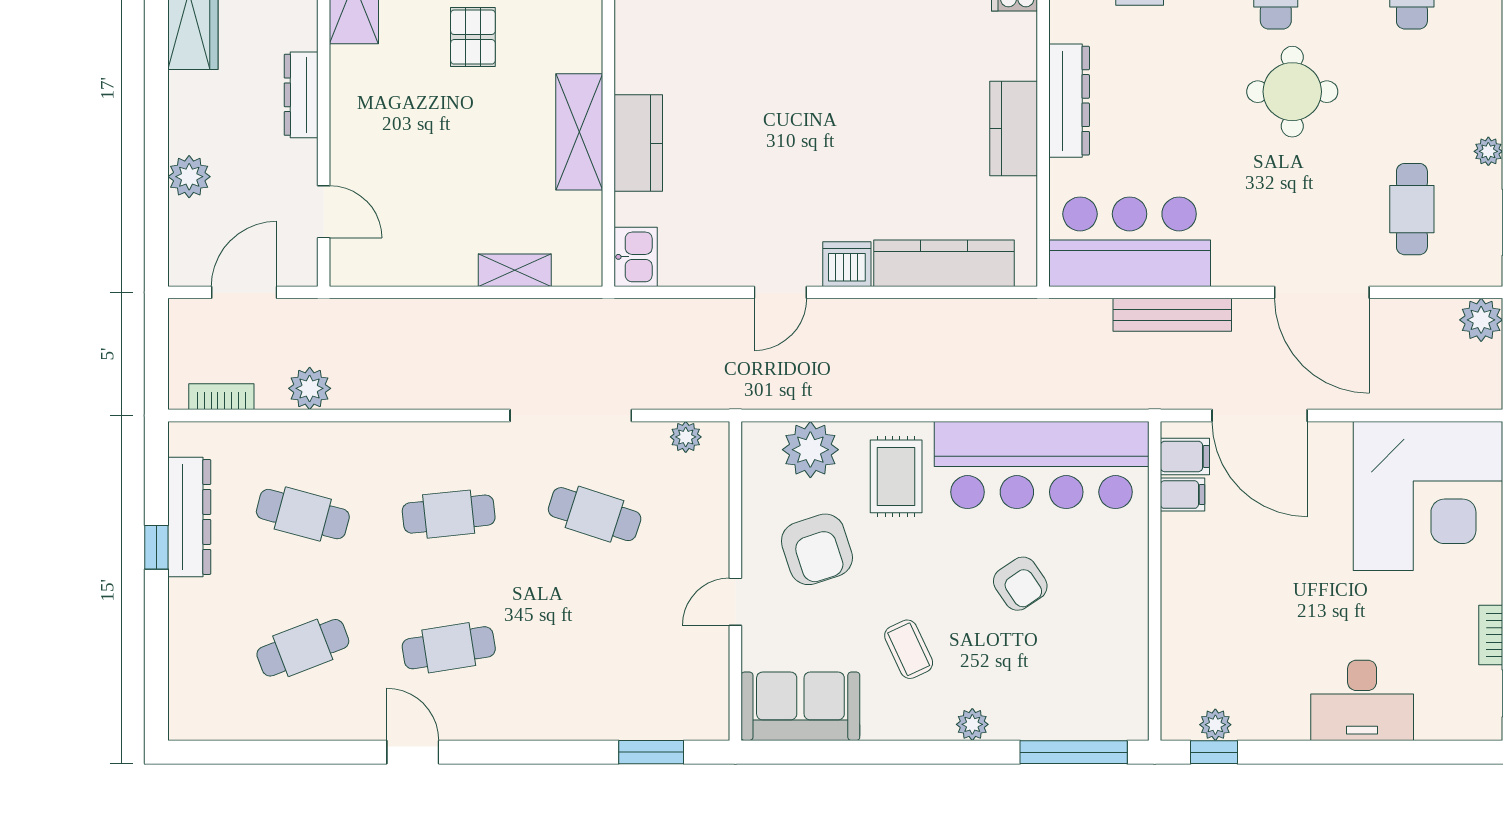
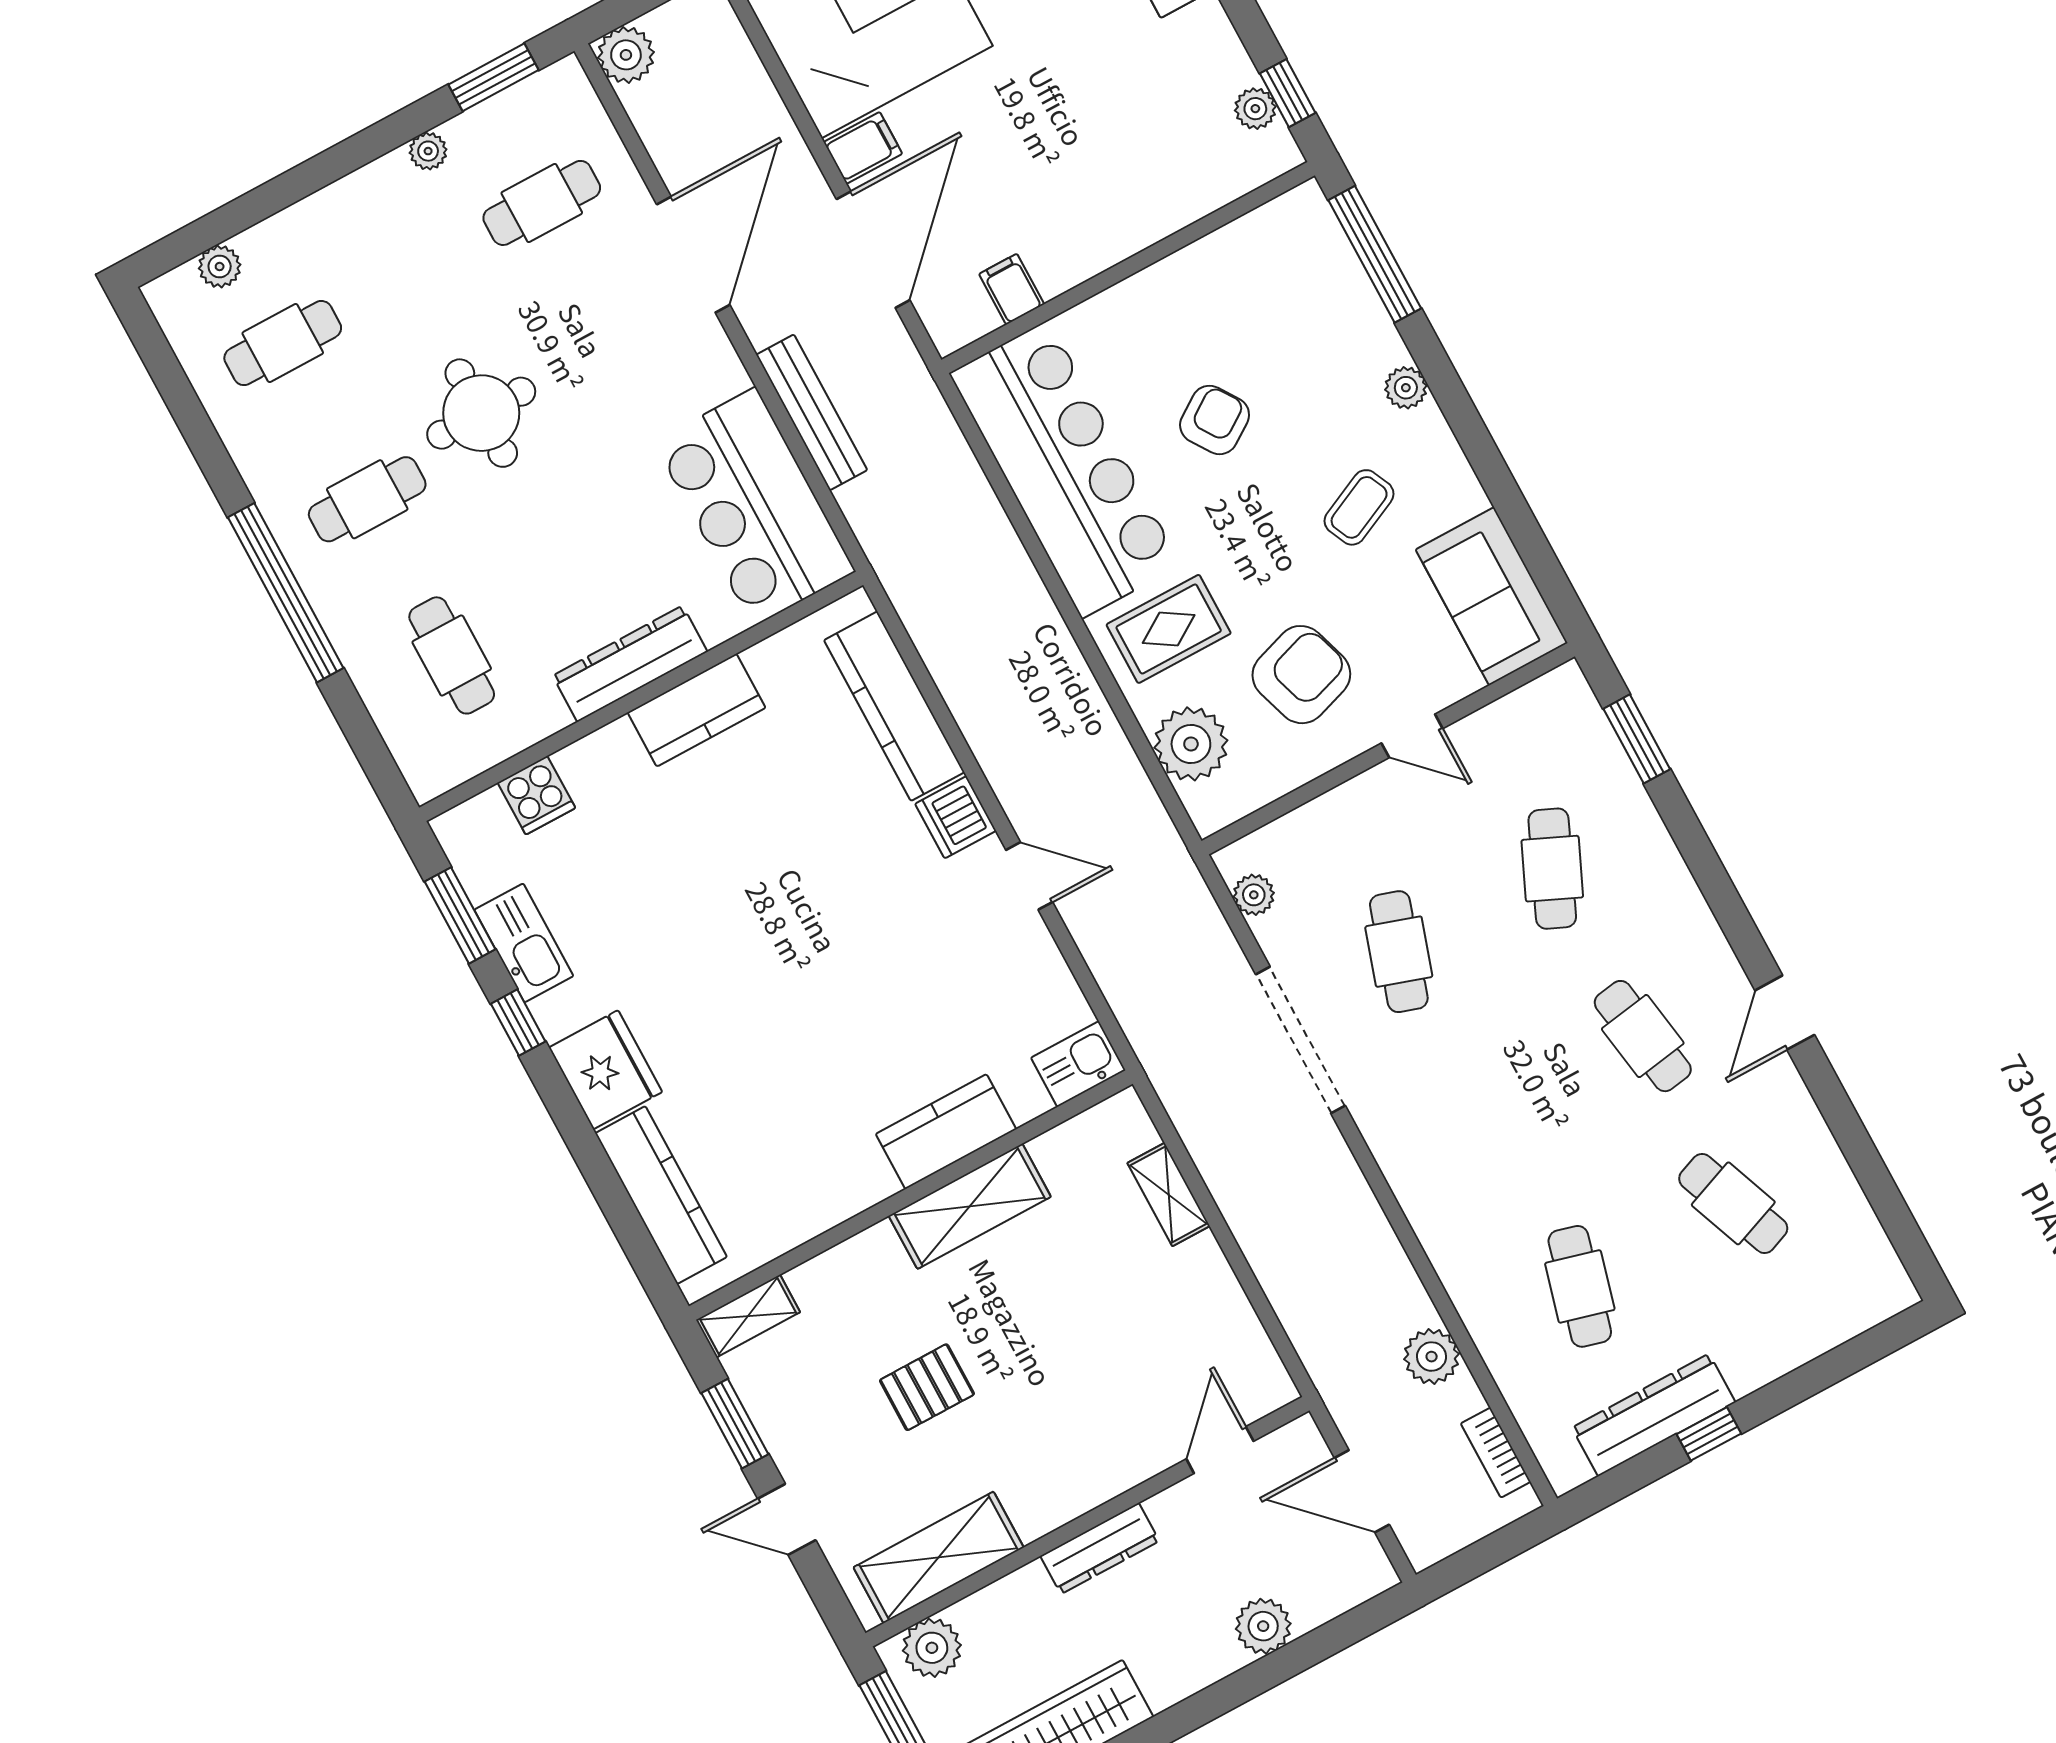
filing cabinet: (1185, 456) -> (863, 148), moved, turned 90
cafe table: (449, 514) -> (1552, 869), moved, turned 30

